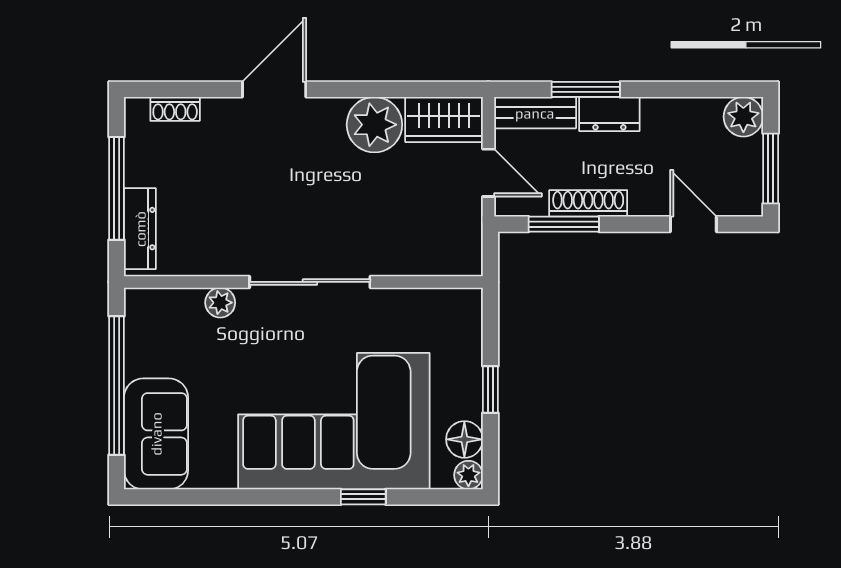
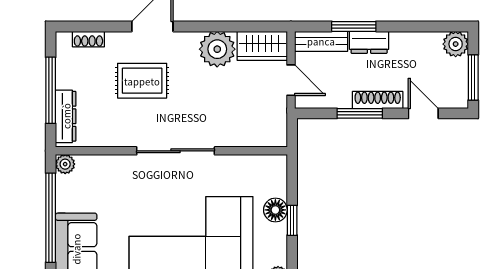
rug: (258, 173) -> (142, 81), added
shoe rack: (588, 203) -> (378, 100), moved
window: (564, 224) -> (360, 113), moved
plant: (220, 303) -> (65, 164), moved
floor lamp: (464, 439) -> (275, 210), moved

